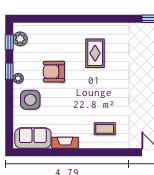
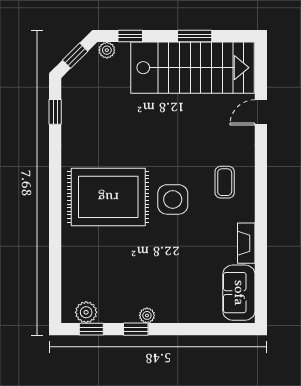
rug: (95, 53) -> (108, 197), width x1.86, depth x2.06
armchair: (54, 72) -> (137, 260), removed
side table: (30, 100) -> (173, 199), moved

